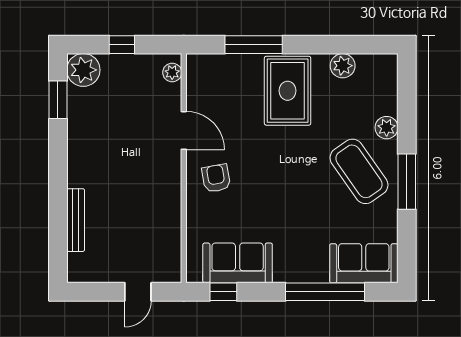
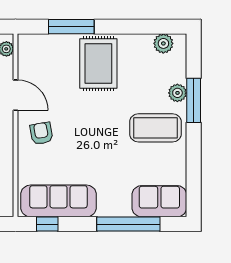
plant: (343, 66) -> (163, 43), moved
coffee table: (359, 171) -> (155, 128), turned -55
window: (407, 182) -> (194, 100), moved
sofa: (238, 263) -> (58, 201), width x1.36

